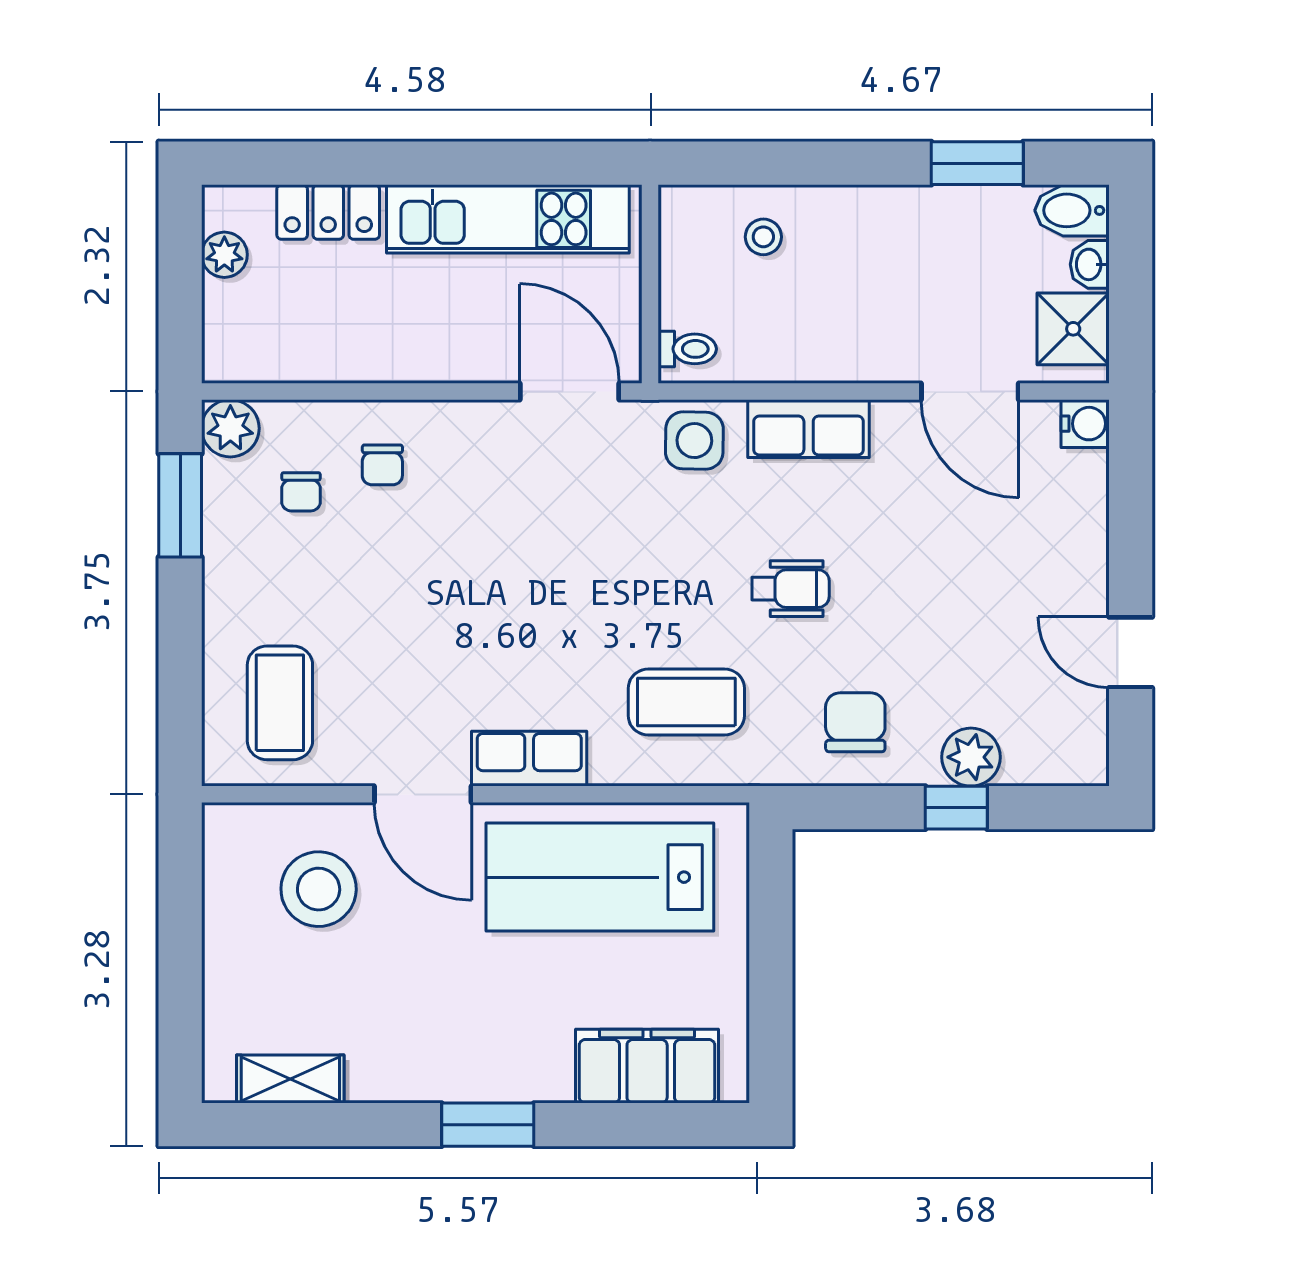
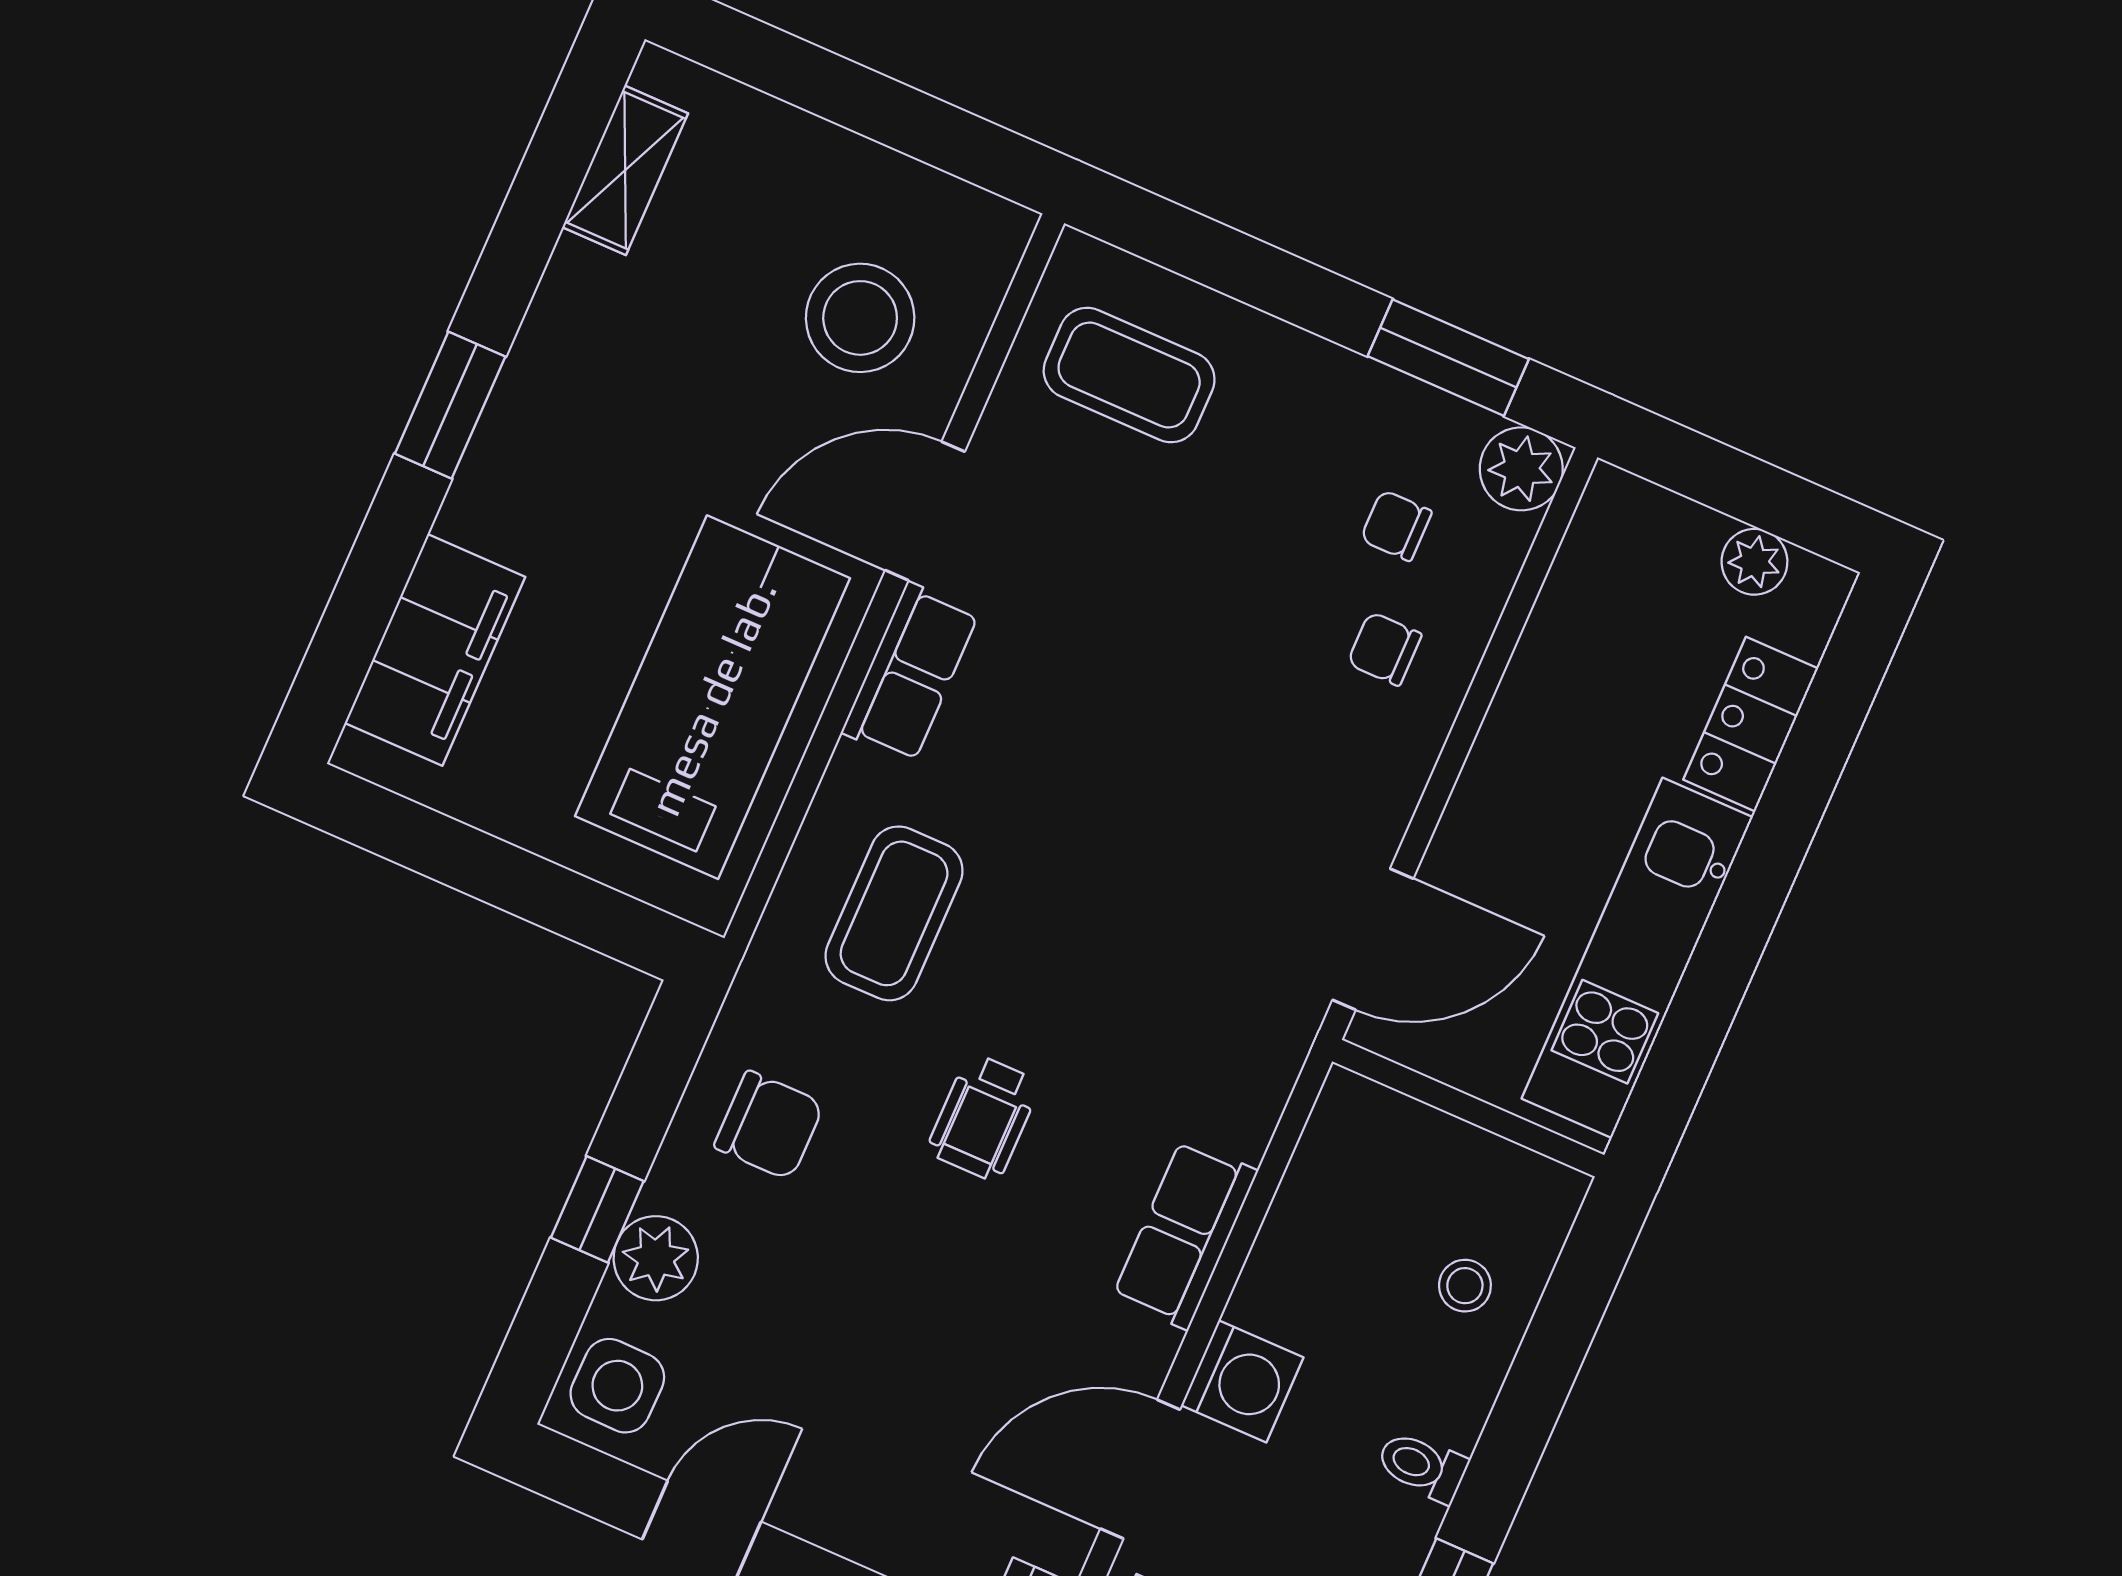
toilet: (687, 349) -> (1422, 1466), moved, turned 90
washing machine: (886, 351) -> (1242, 1381), added
side table: (694, 441) -> (617, 1386), moved

